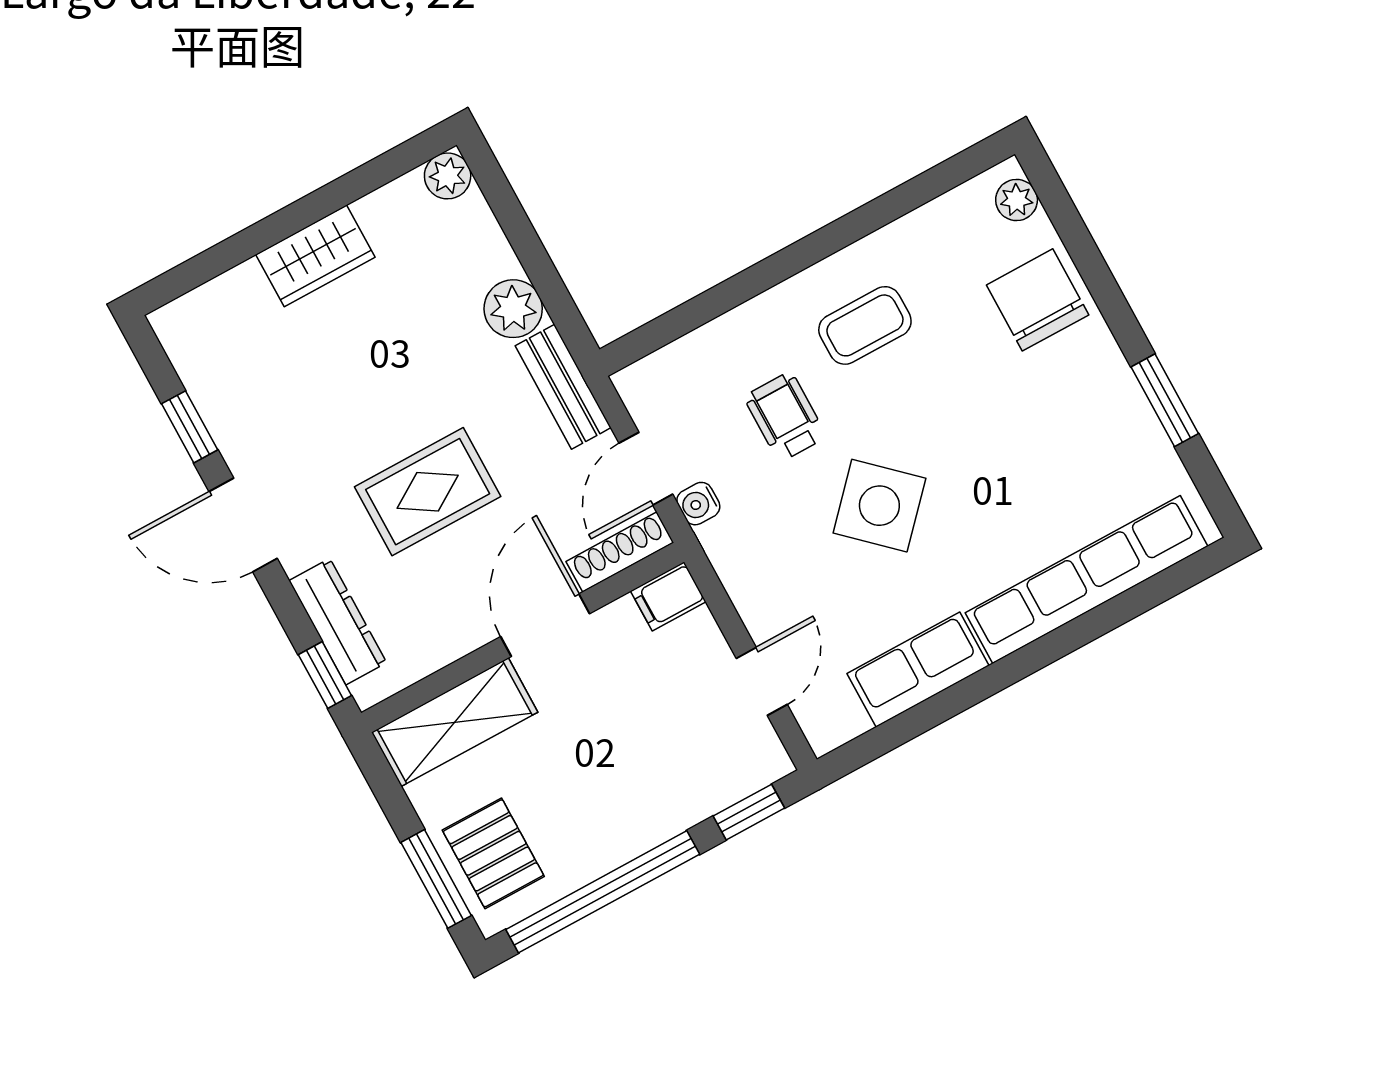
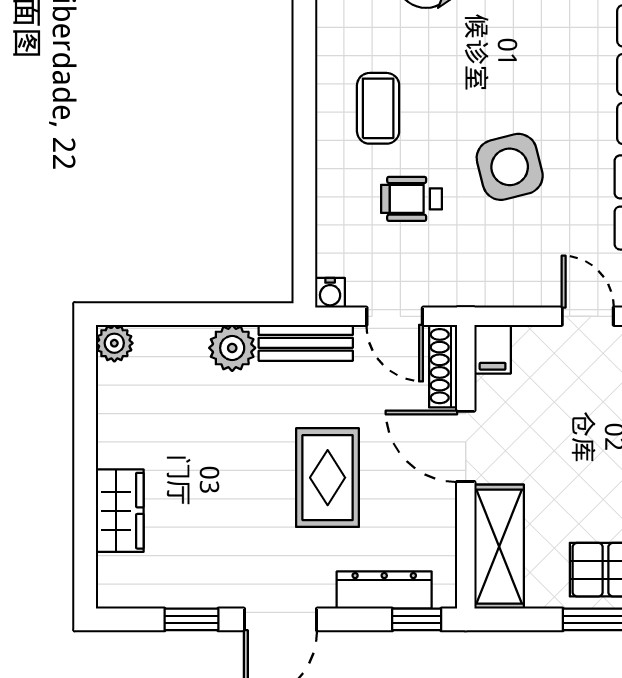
wardrobe: (315, 256) -> (120, 511), moved
water cooler: (698, 504) -> (330, 293), moved
side table: (879, 506) -> (510, 167), turned 33

